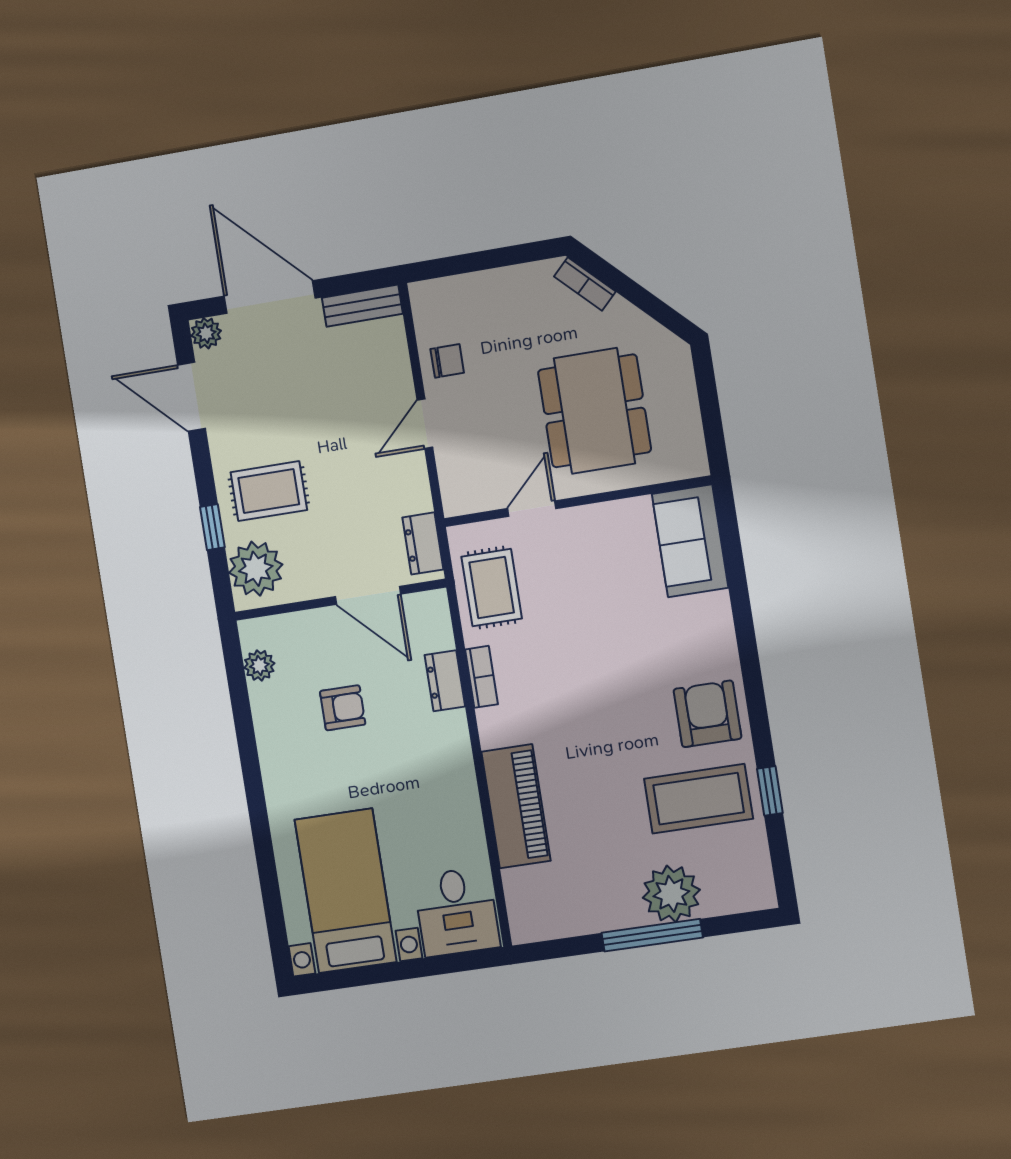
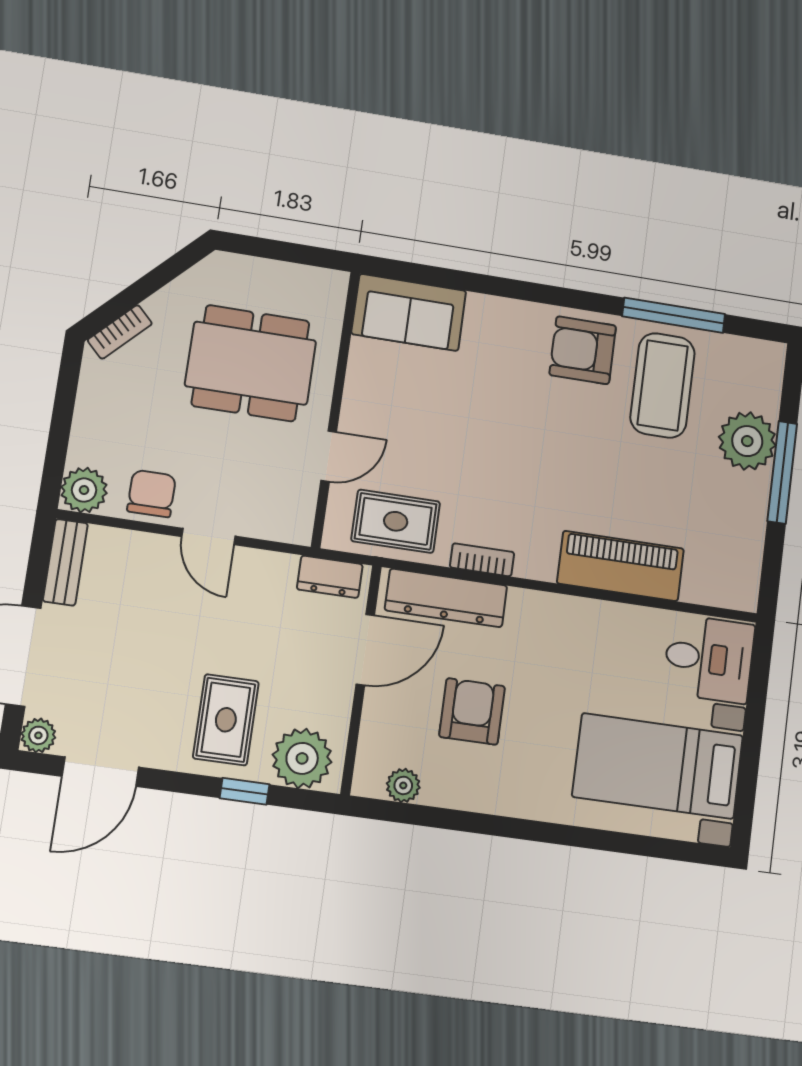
plant: (431, 300) -> (84, 490), added
chair: (447, 361) -> (152, 494), width x1.37, depth x1.37
door: (532, 509) -> (329, 456), swing flipped
dresser: (445, 681) -> (446, 598), width x1.96, depth x1.24
armchair: (343, 708) -> (472, 711), width x1.38, depth x1.38
window: (770, 791) -> (674, 315), width x2.17

